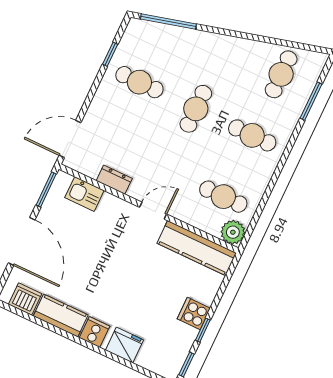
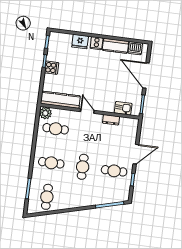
door: (70, 139) -> (136, 154), moved
door: (153, 211) -> (87, 111), swing flipped

